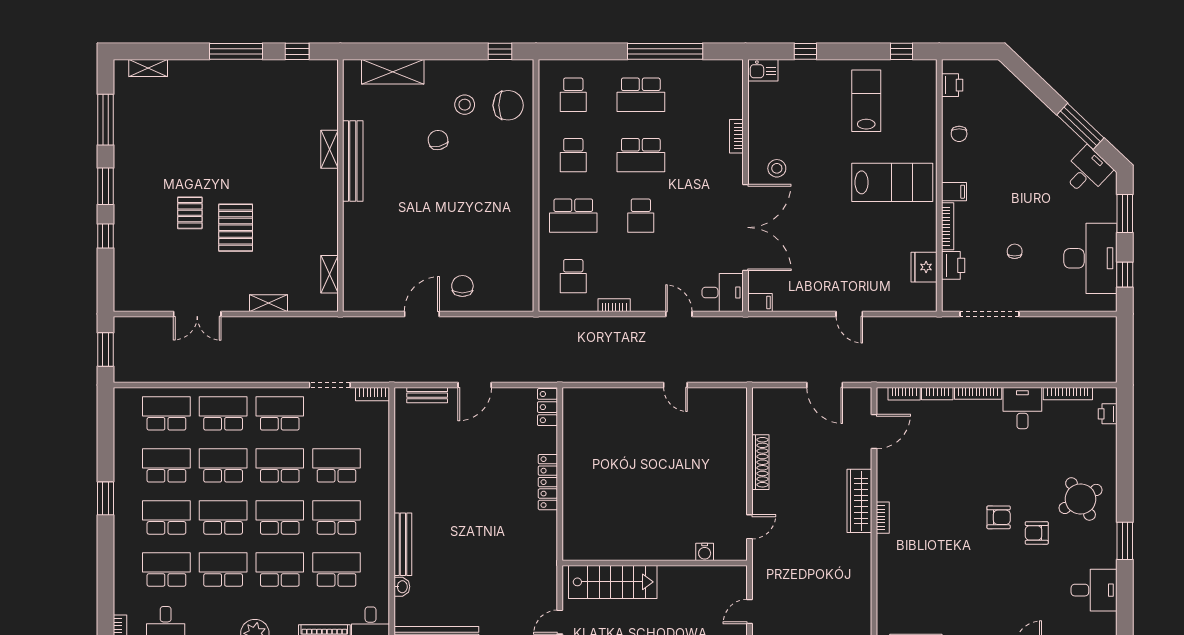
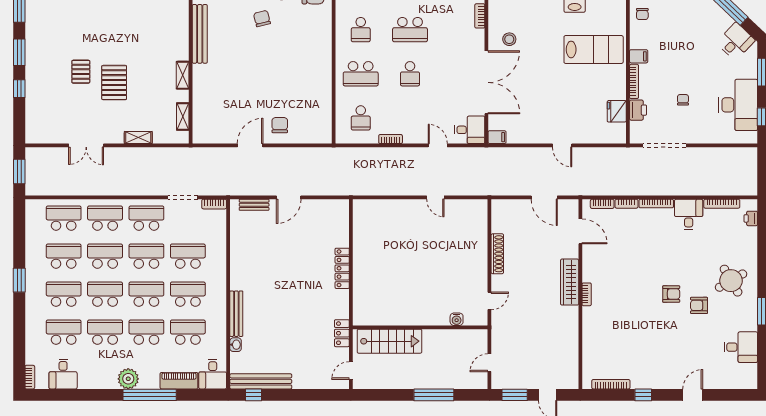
shelving: (329, 149) -> (183, 75), moved
locker: (547, 407) -> (342, 333), moved
door: (874, 432) -> (580, 231), hinge flipped

